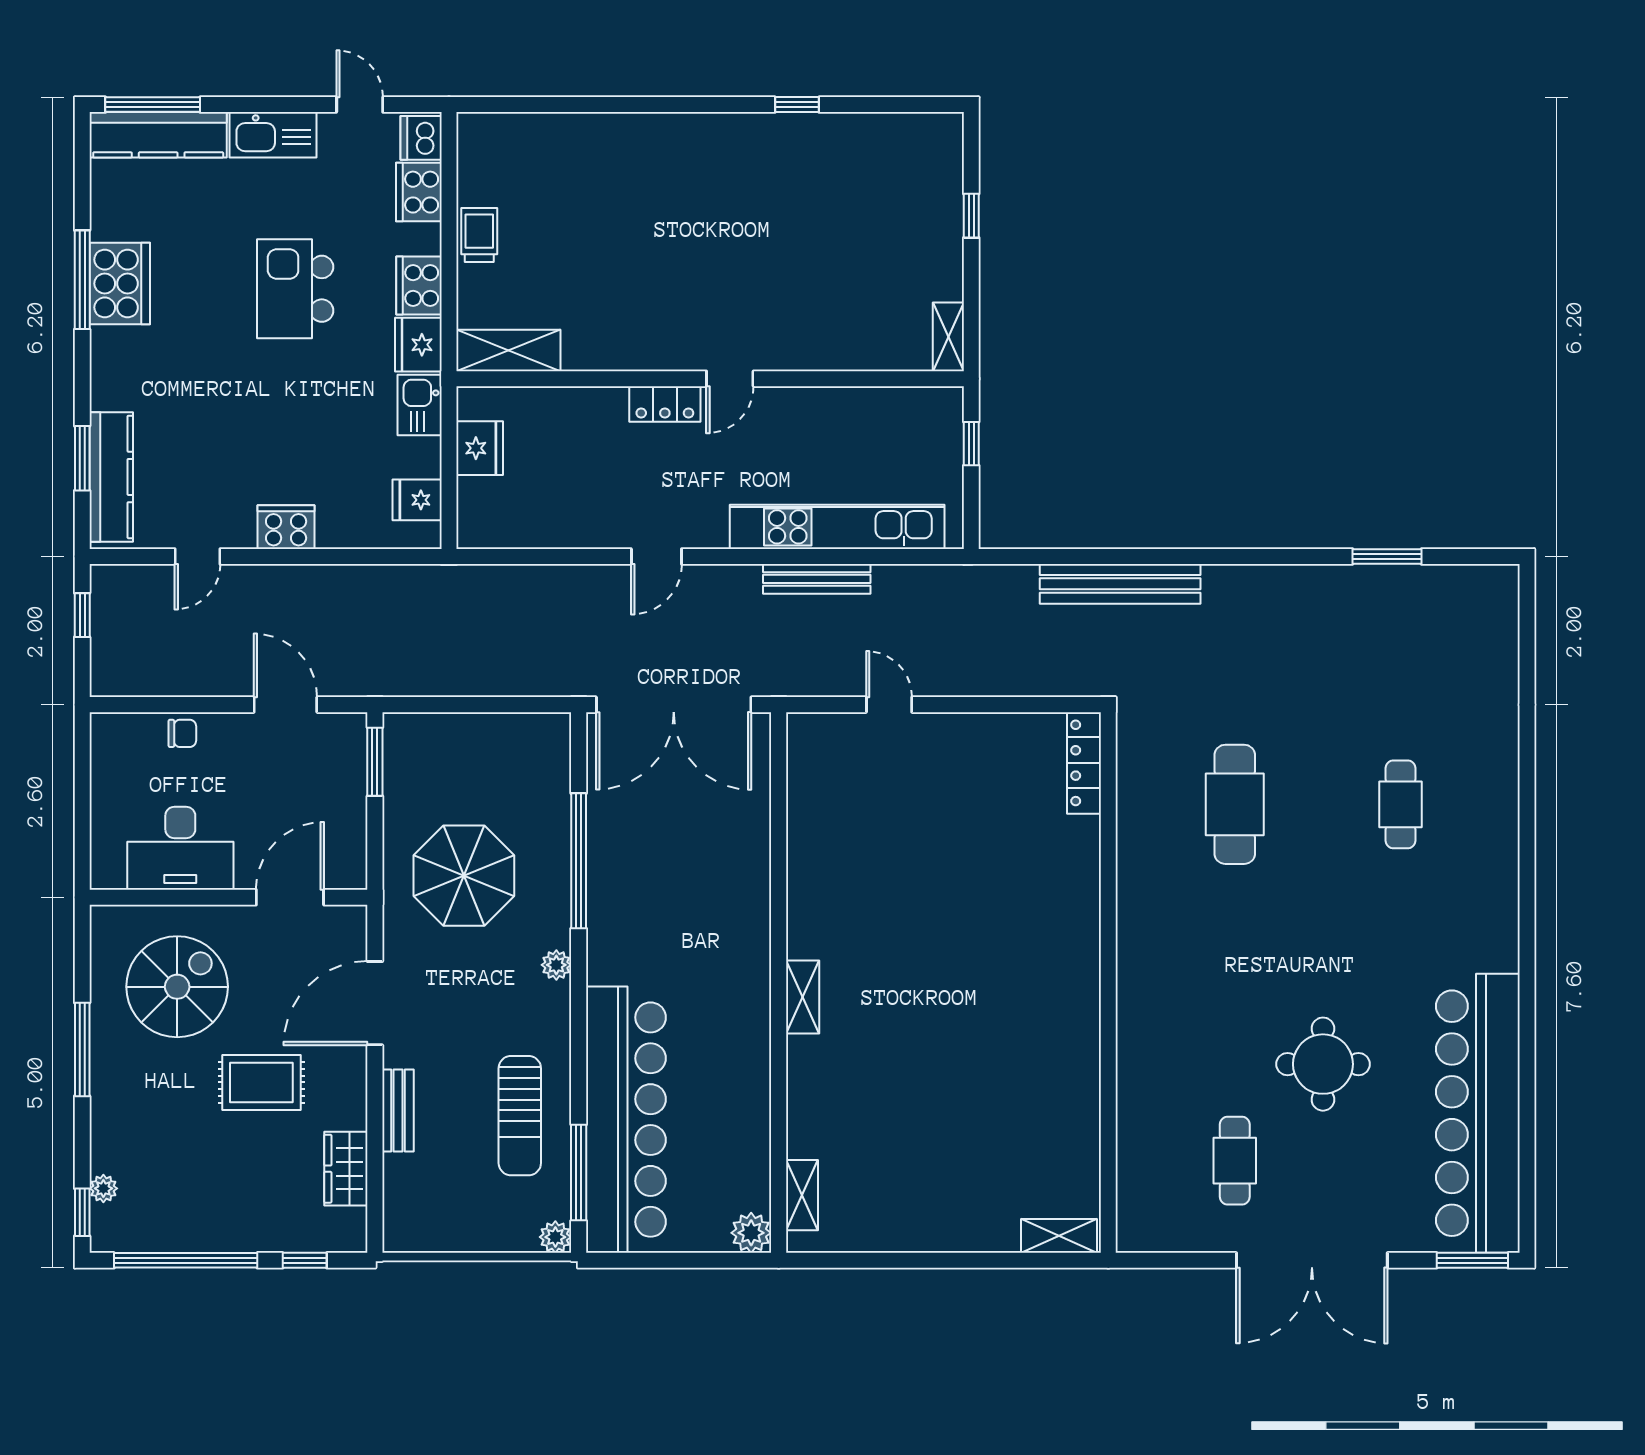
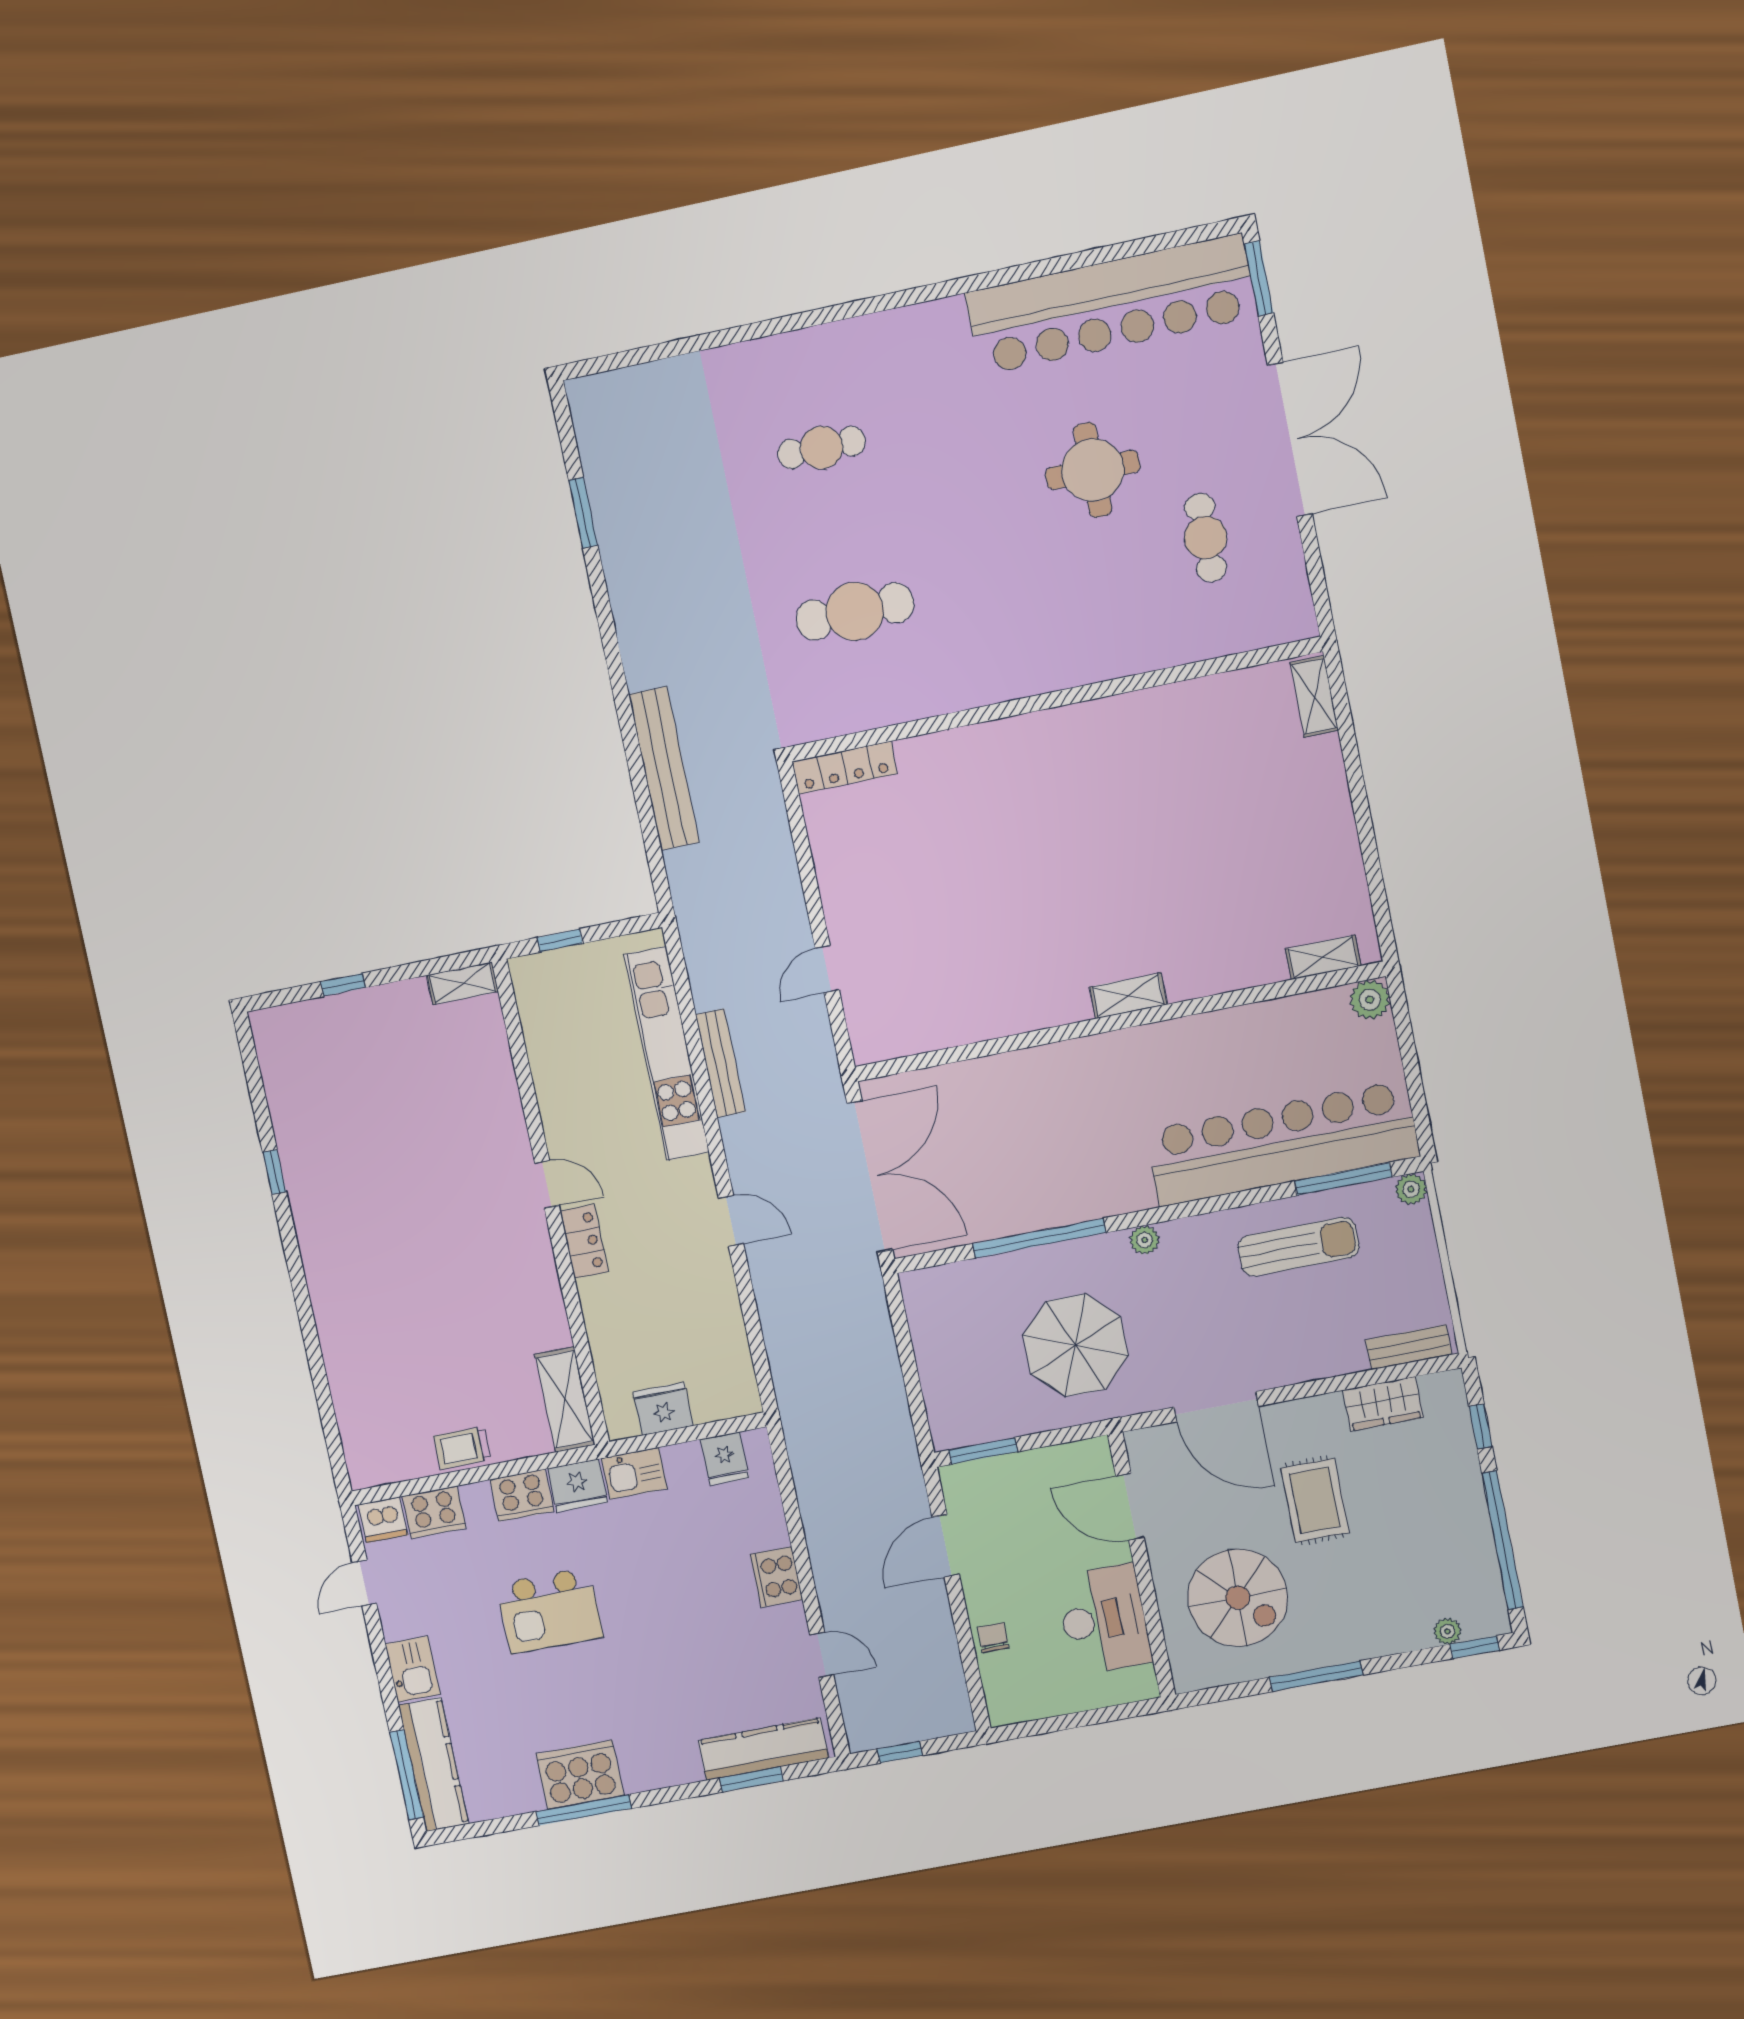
kitchen sink: (273, 135) -> (413, 1669), width x0.73
spiral stairs: (177, 987) -> (1238, 1598), turned 180
bench: (398, 1111) -> (1409, 1347), moved
cafe table: (1235, 1161) -> (1206, 538), turned 90

